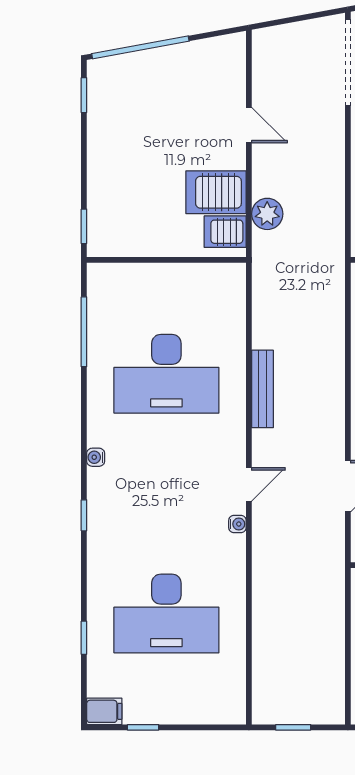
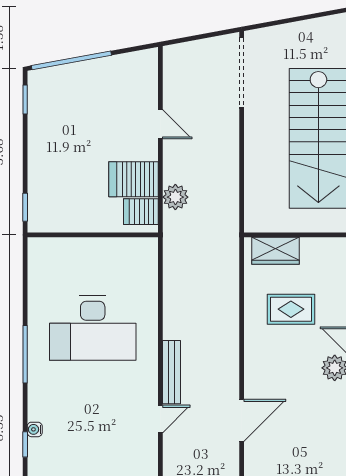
window: (84, 332) -> (25, 354), moved
bench: (262, 389) -> (172, 372), moved
water cooler: (96, 457) -> (35, 429), moved
water cooler: (237, 524) -> (151, 451), removed

